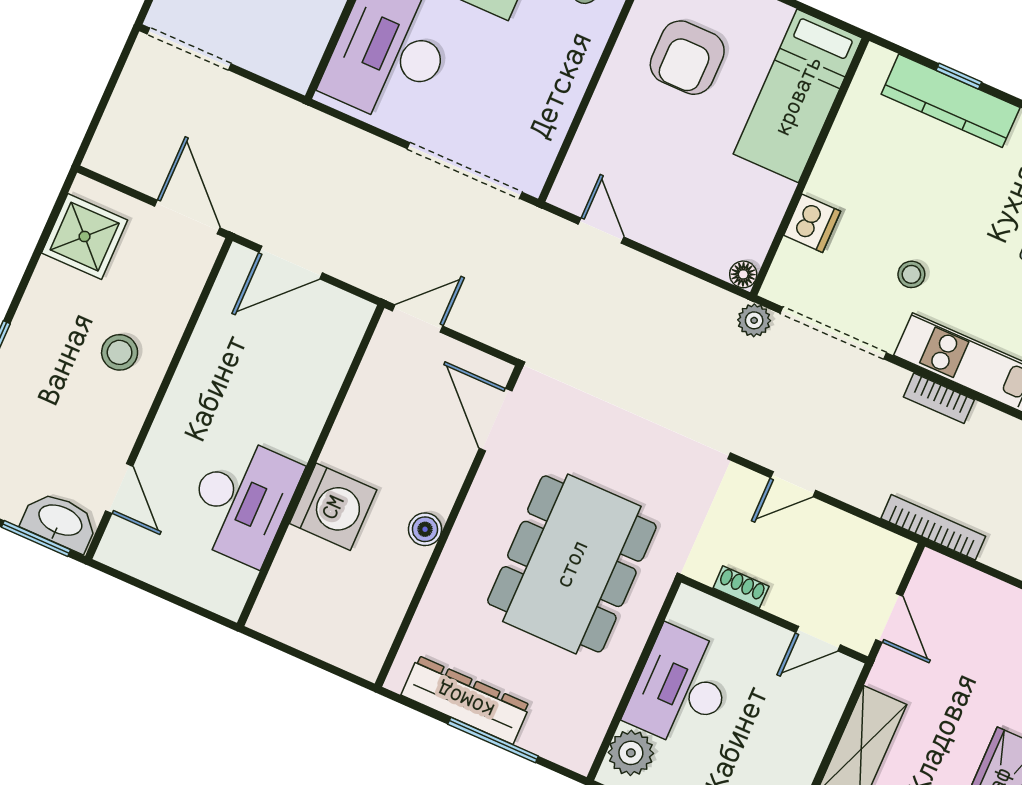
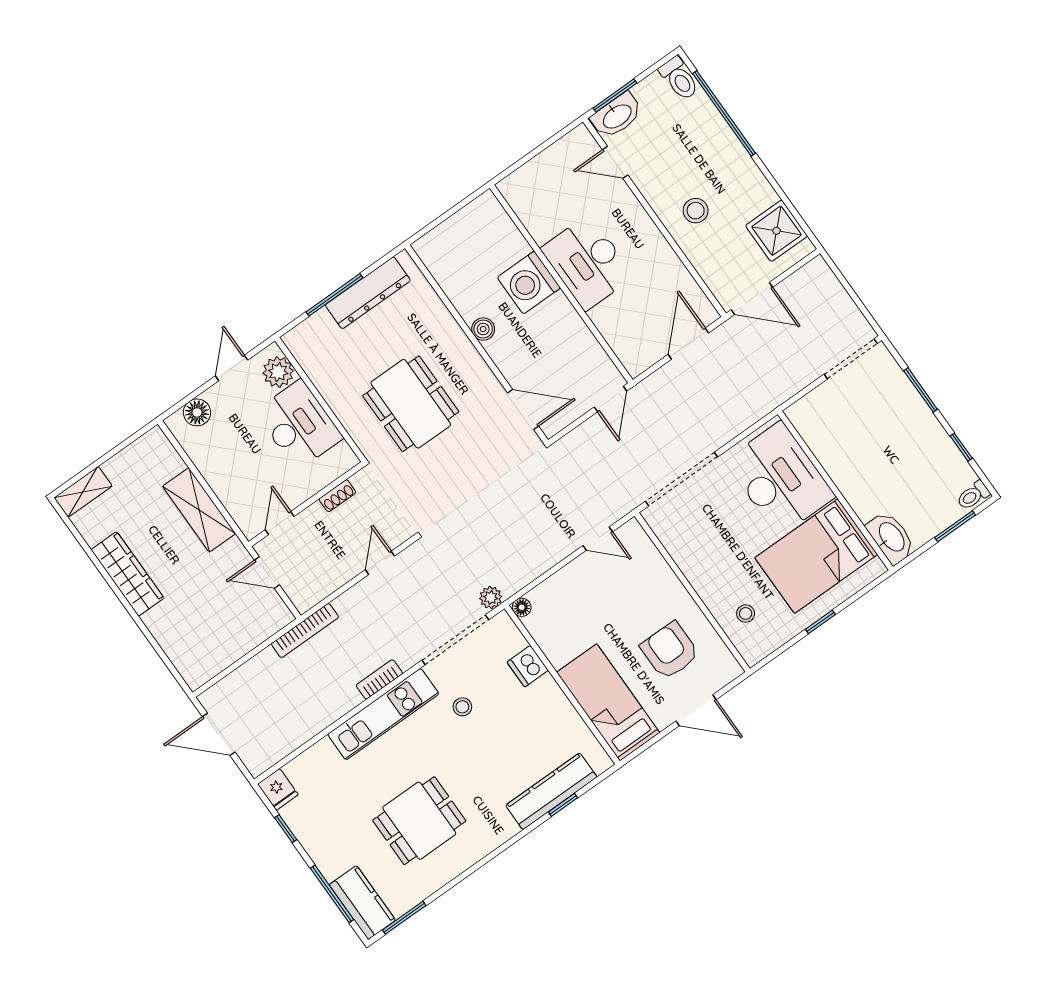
desk: (242, 500) -> (587, 263), moved
dining table: (572, 564) -> (411, 404), width x0.73, depth x0.80

